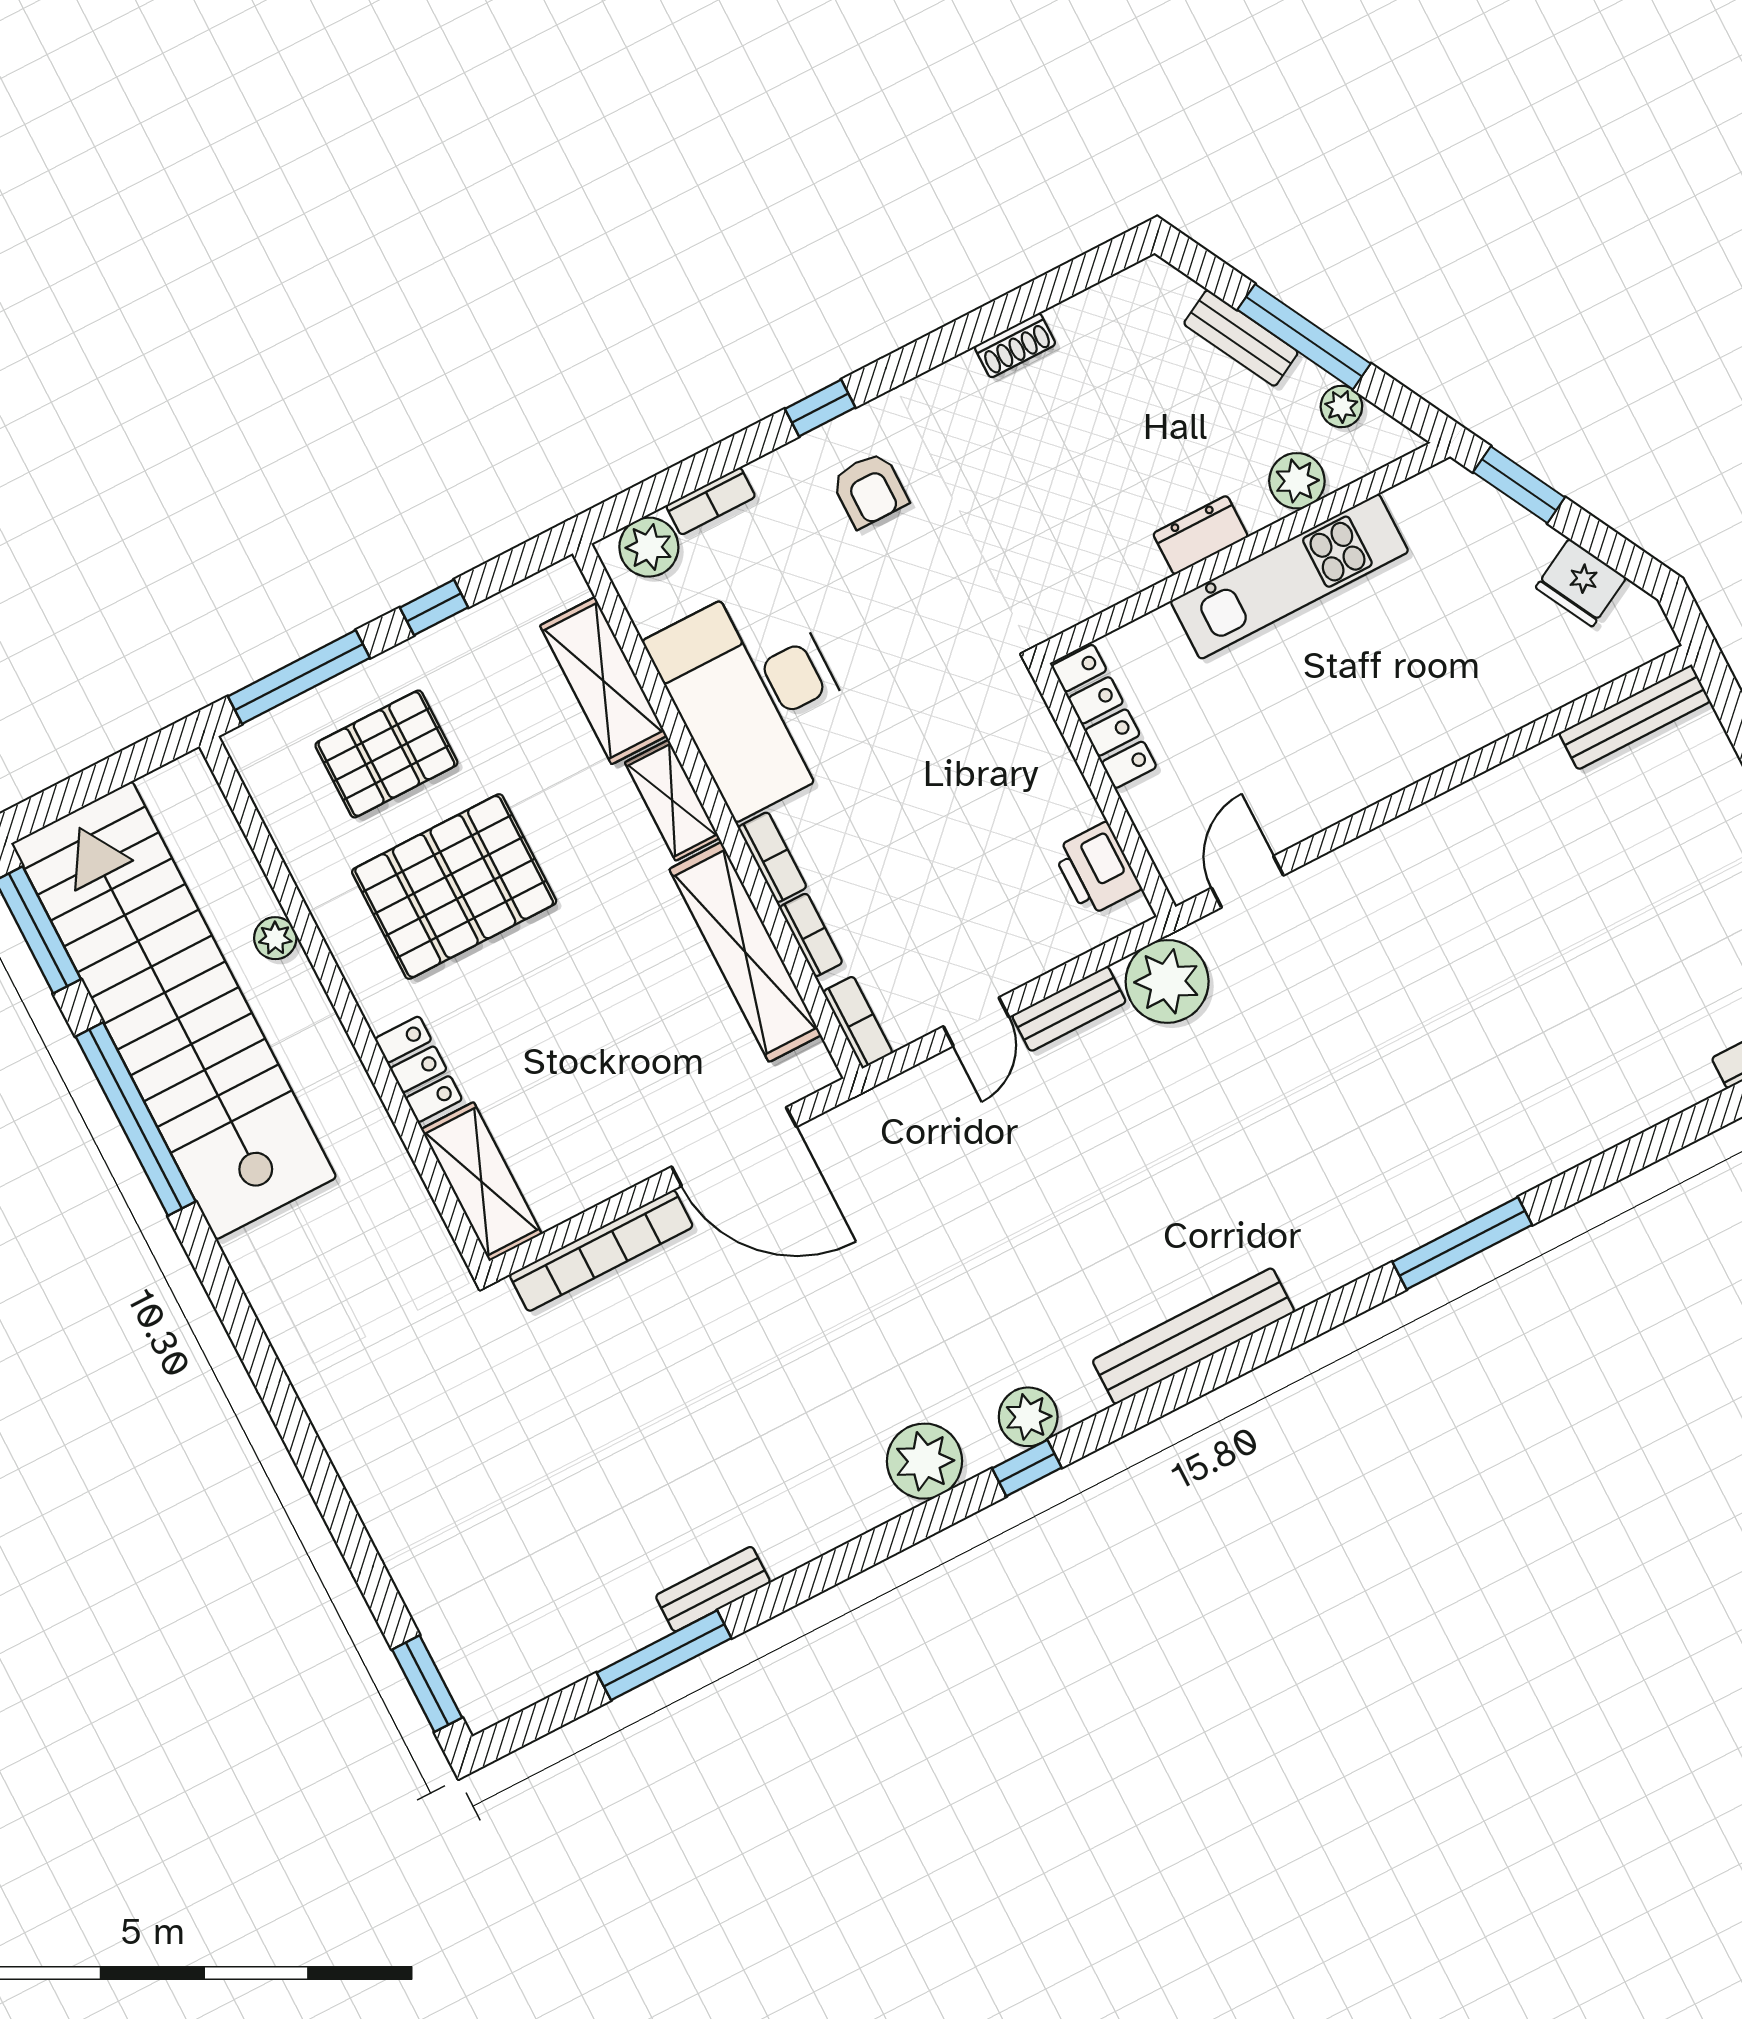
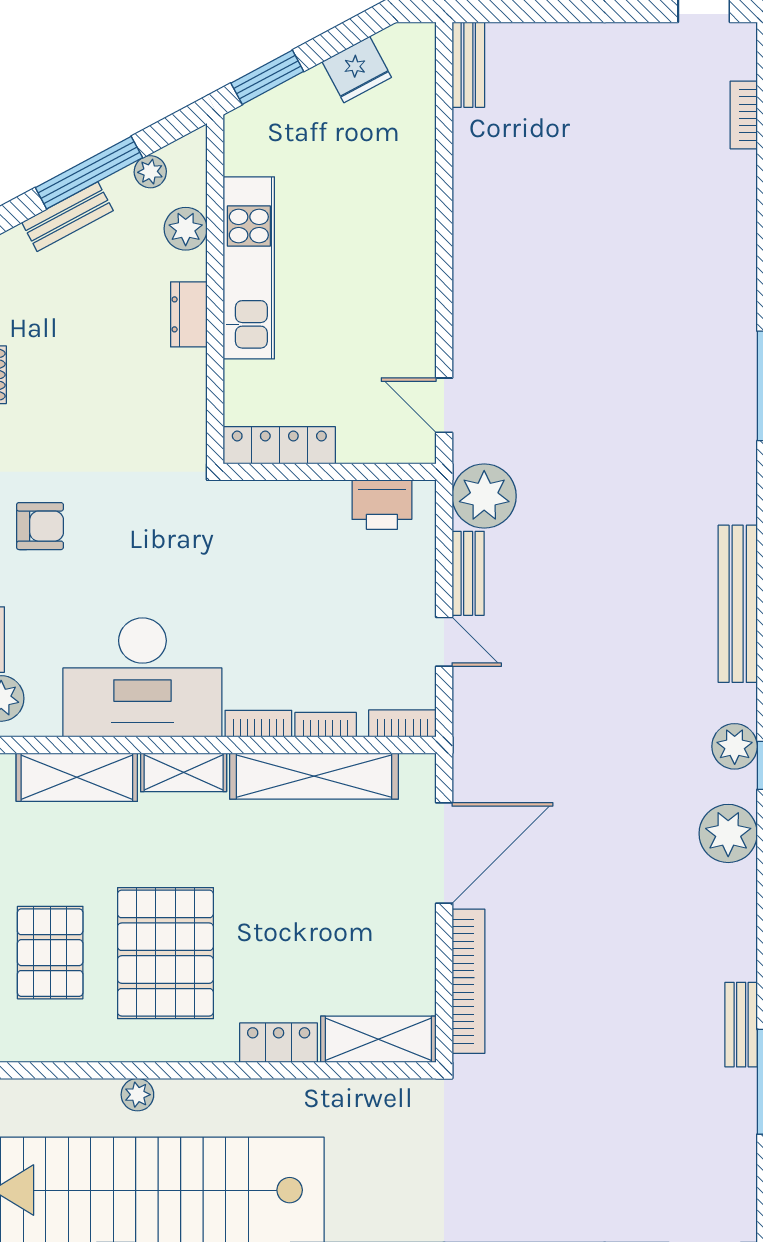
bench: (1635, 717) -> (468, 65), width x0.73

